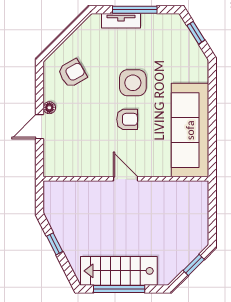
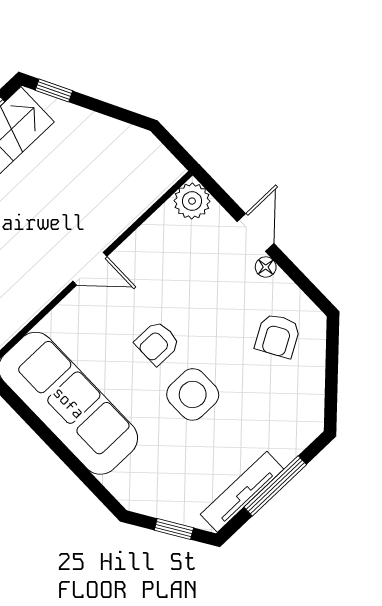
tv unit: (121, 21) -> (242, 492), moved, width x1.41
plant: (54, 166) -> (192, 201), added
window: (55, 244) -> (54, 90), moved

